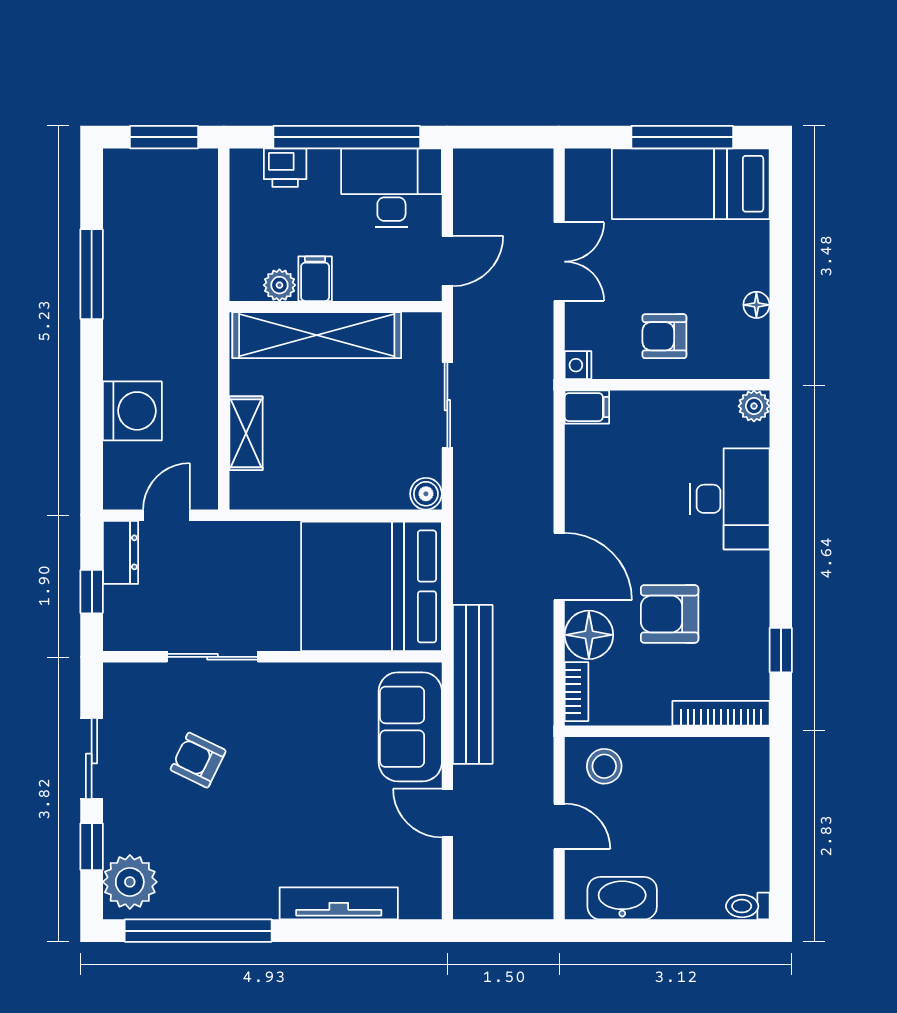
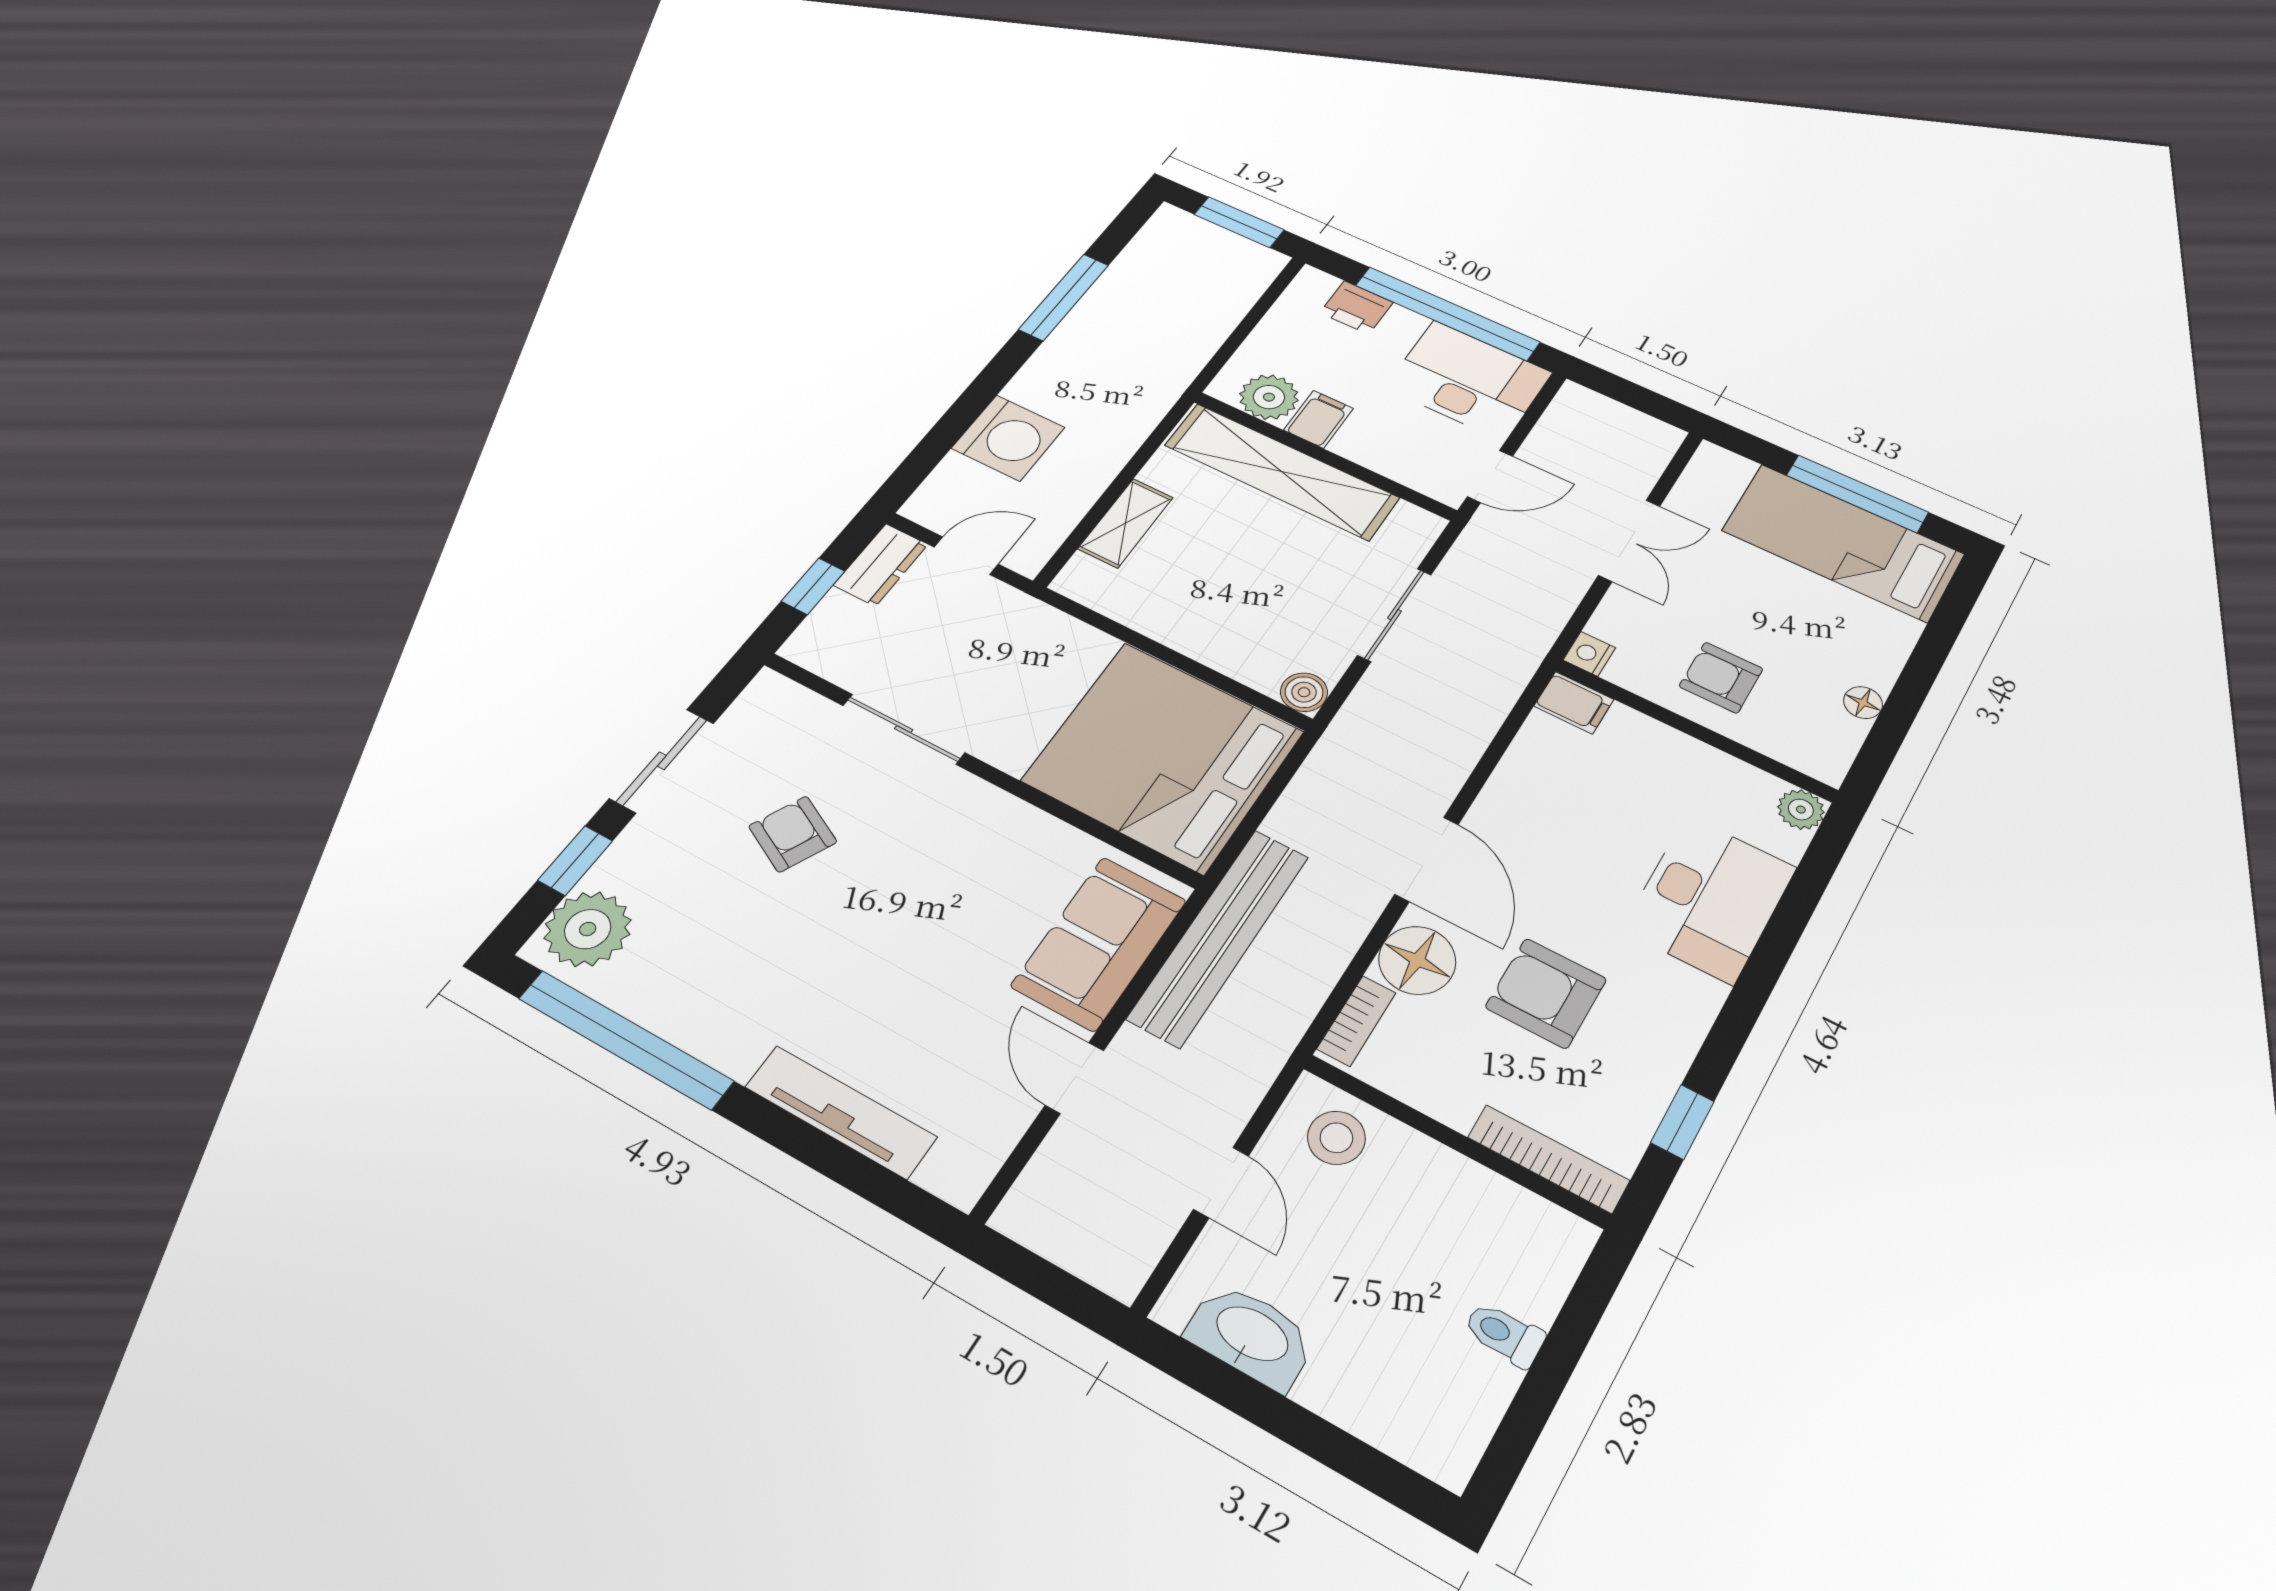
plant: (279, 285) -> (1269, 397), width x1.38, depth x1.38
toilet: (748, 906) -> (1504, 1334), moved

